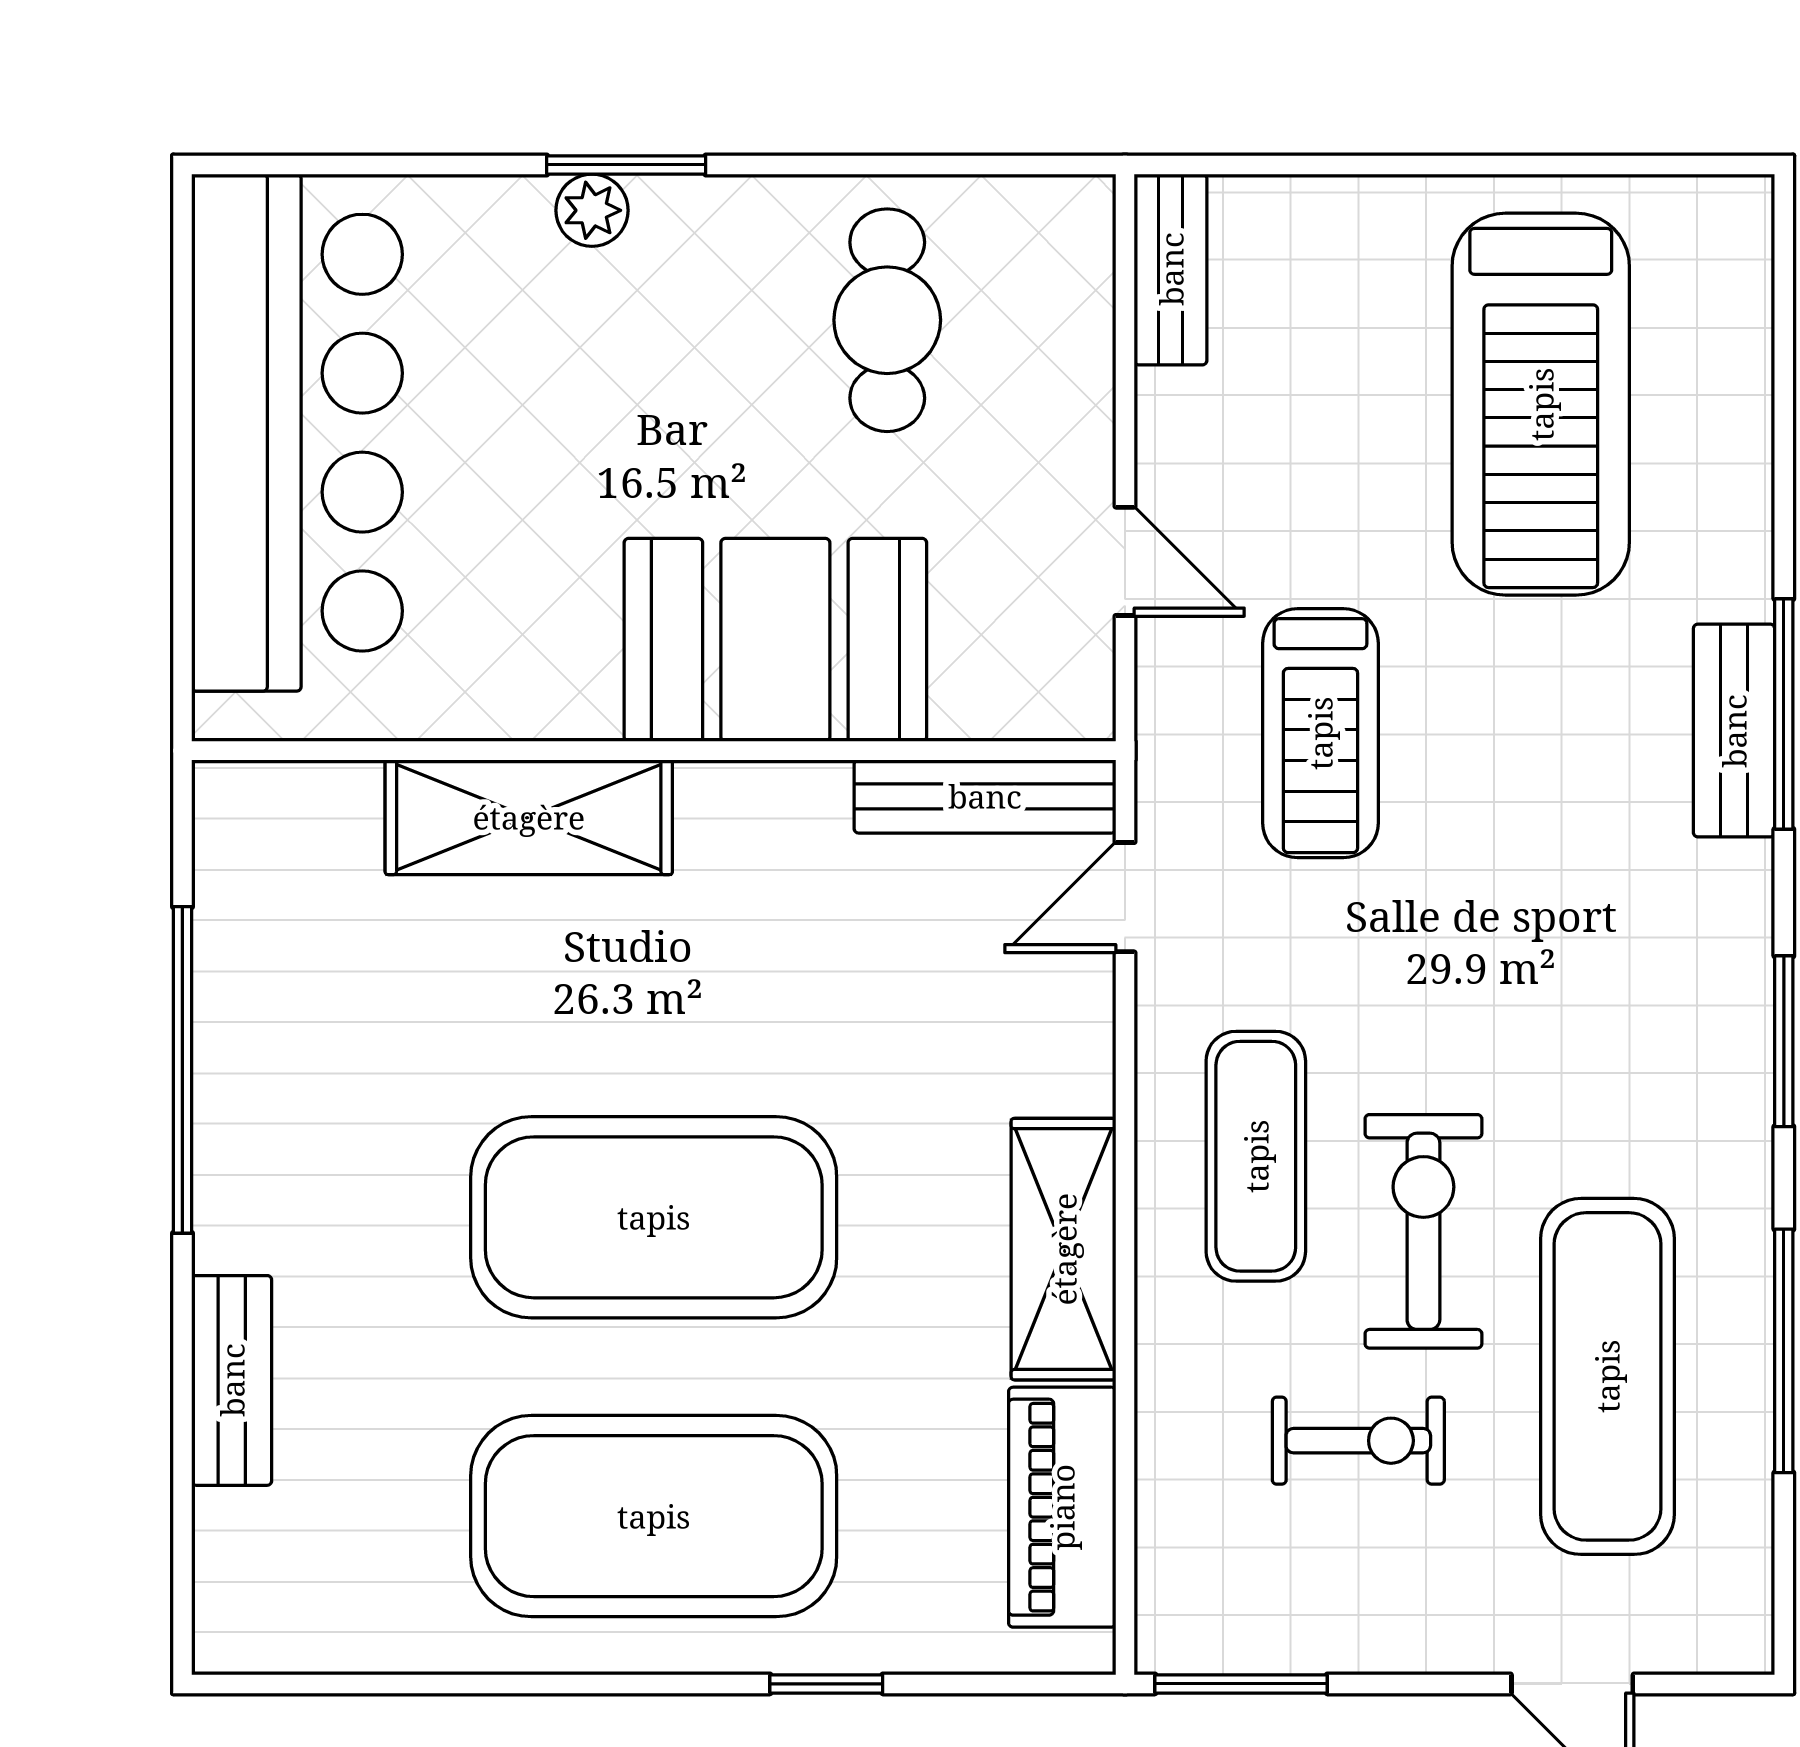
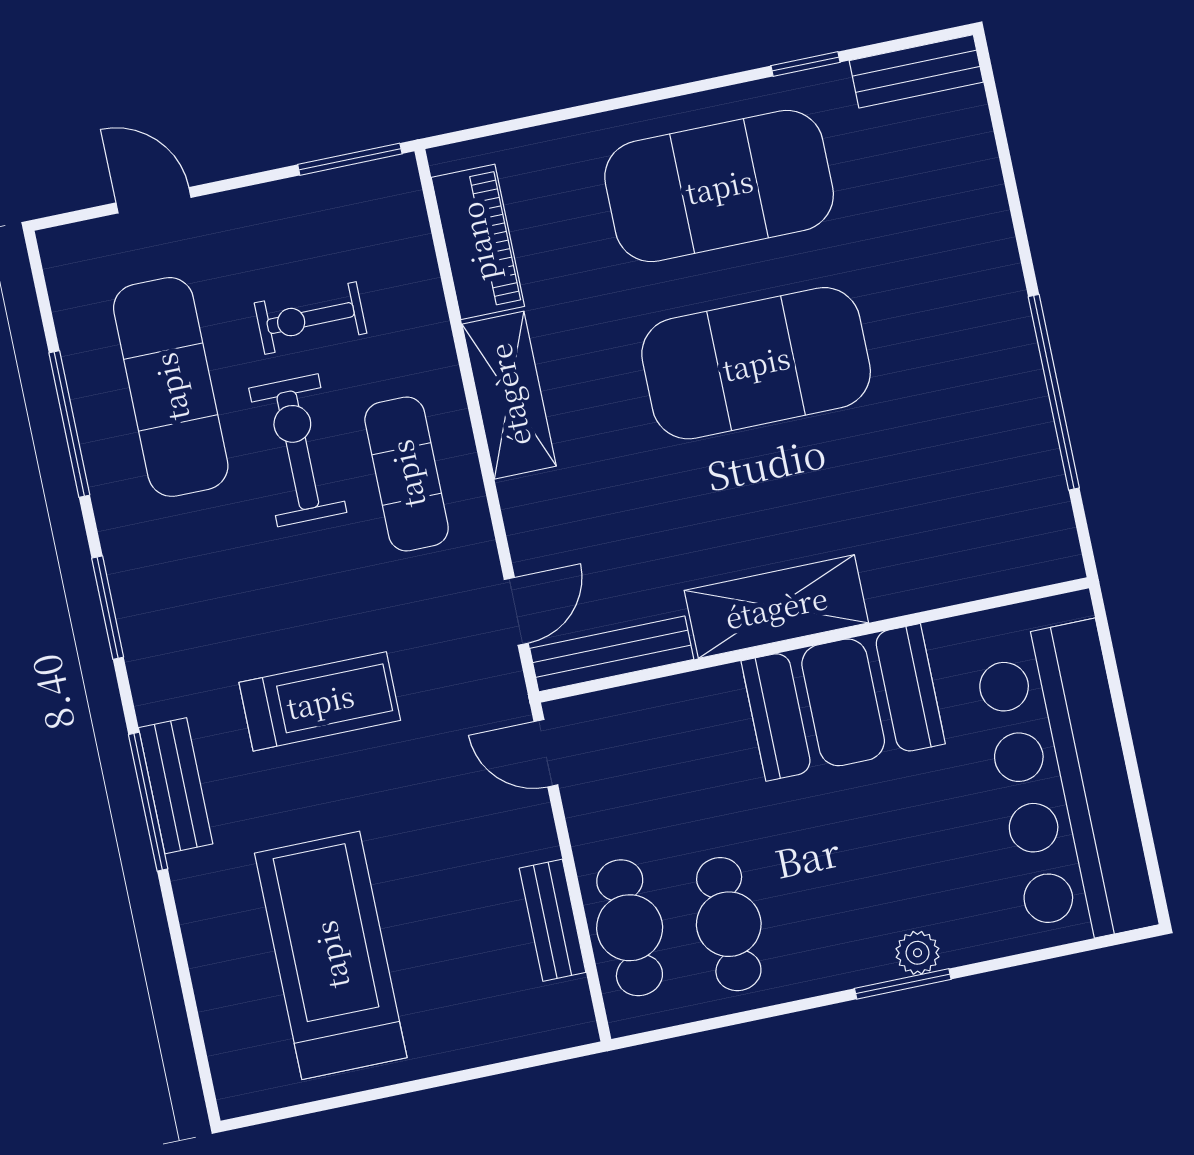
bench: (1171, 269) -> (553, 920), moved
cafe table: (1049, 348) -> (630, 928), added
door: (1125, 561) -> (546, 753), moved
booth: (775, 640) -> (843, 702), moved
treadmill: (1320, 733) -> (320, 701), moved, turned 90
shelving: (529, 817) -> (776, 607), moved
exercise bike: (1423, 1231) -> (298, 450), turned 180
bench: (232, 1380) -> (916, 71), moved, turned 90
window: (826, 1684) -> (805, 64), moved

